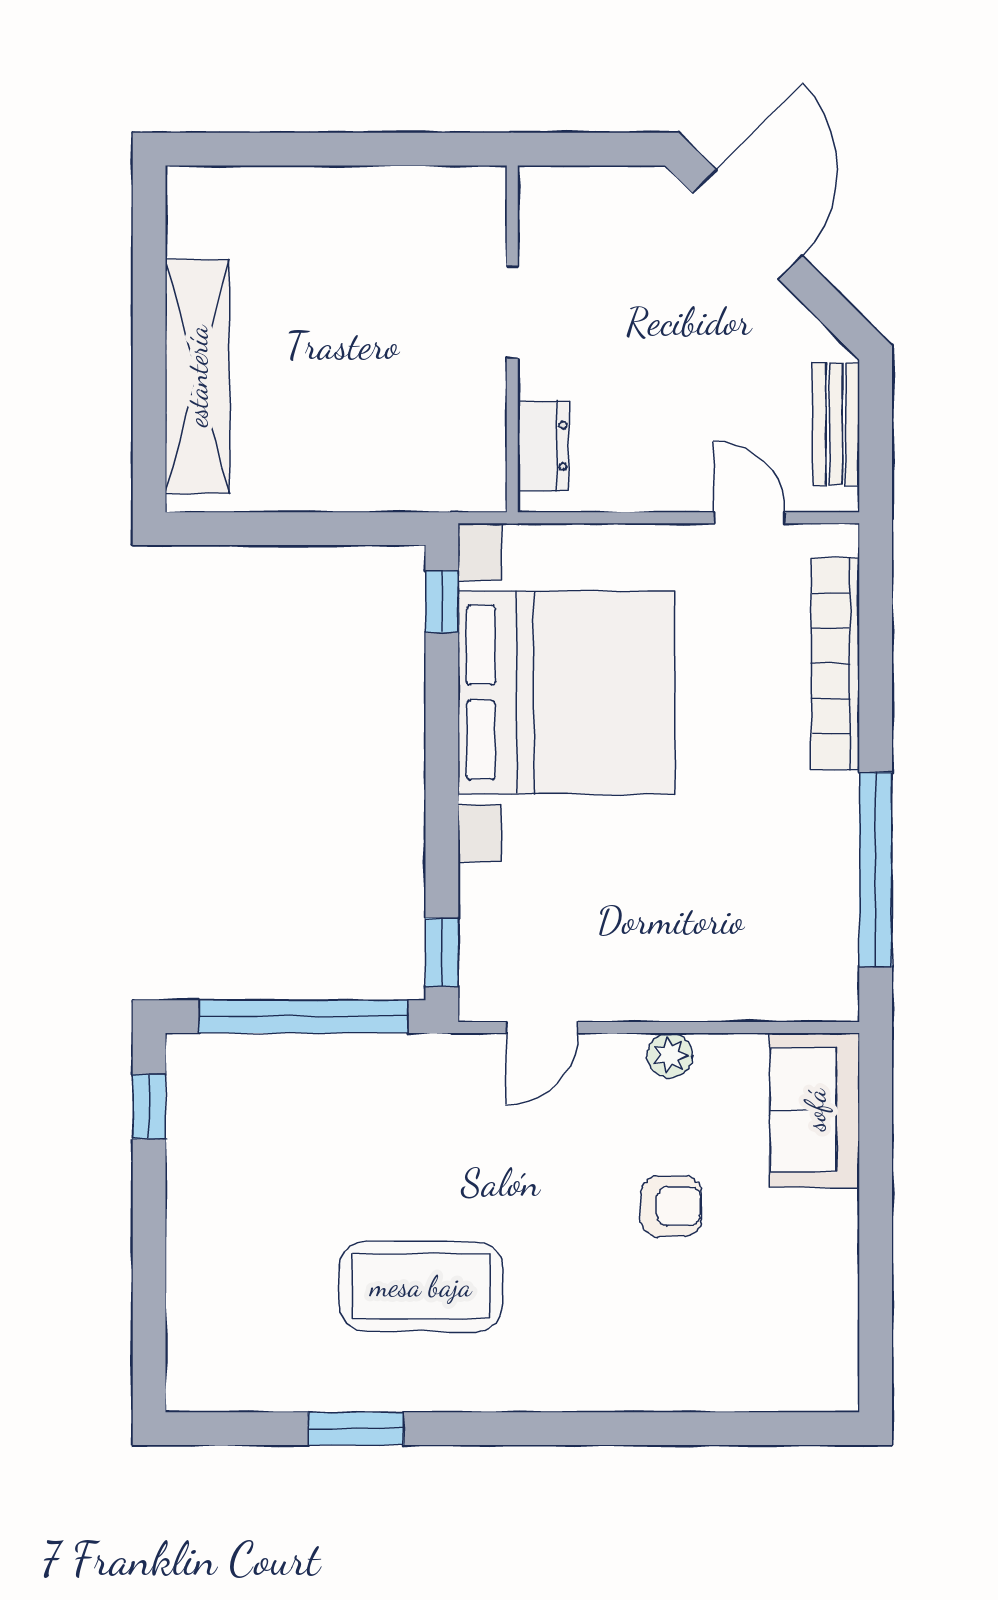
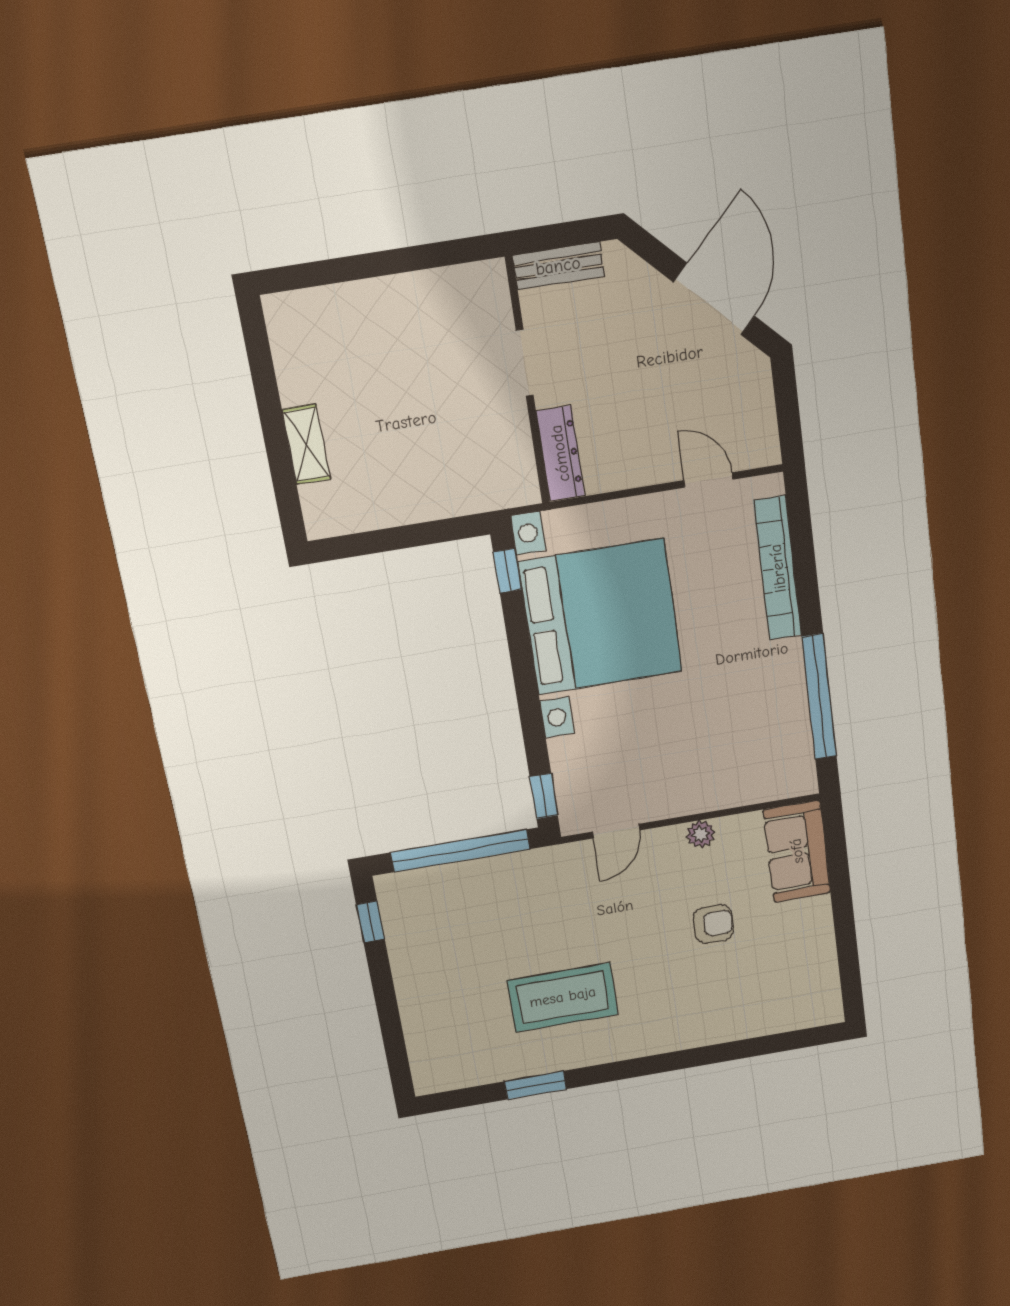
door: (747, 224) -> (714, 299), moved
shelving: (197, 376) -> (306, 444), width x0.45, depth x0.75
bench: (836, 424) -> (558, 266), moved, turned 90
dresser: (543, 446) -> (560, 453), width x1.44

